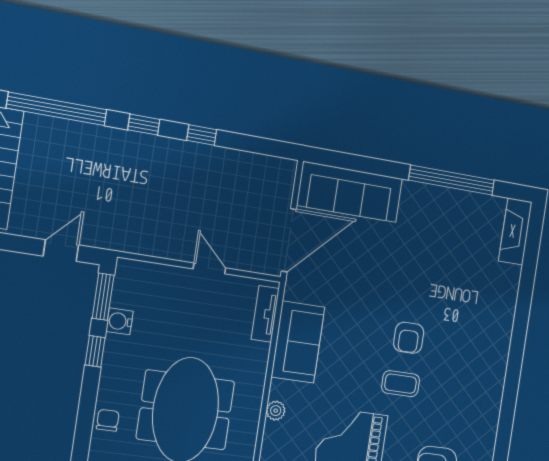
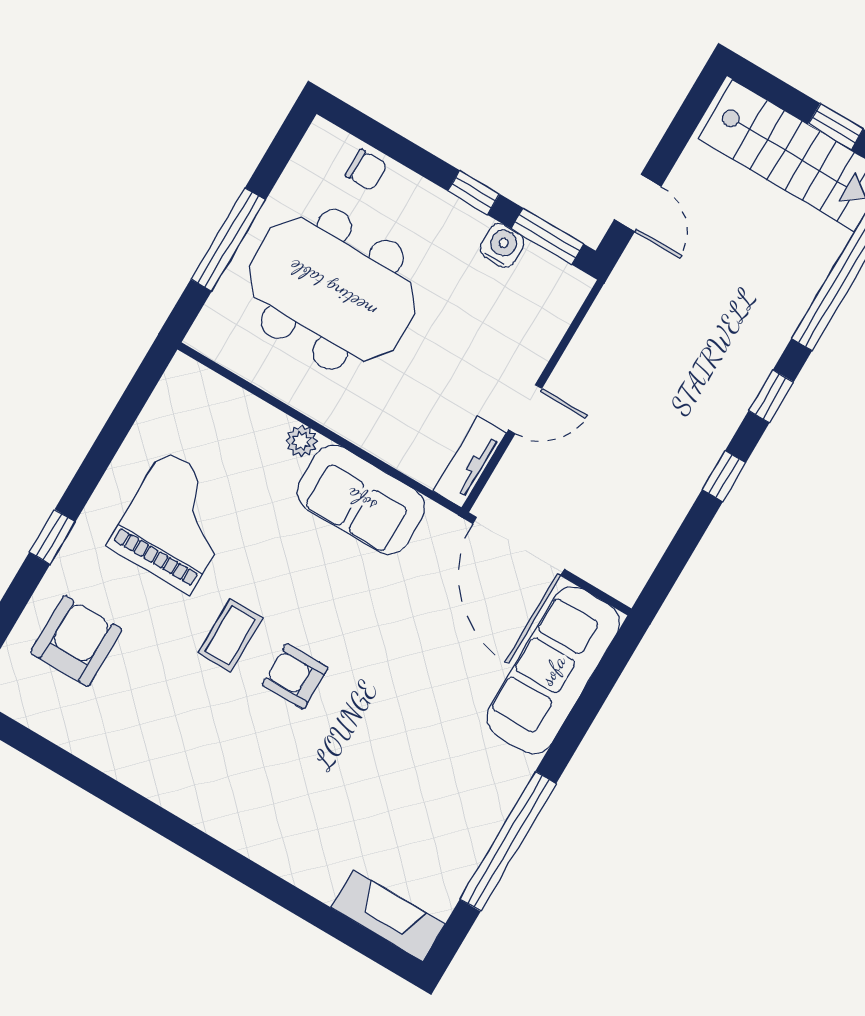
tv unit: (265, 314) -> (470, 462), moved, turned -90
plant: (276, 411) -> (302, 441), moved

